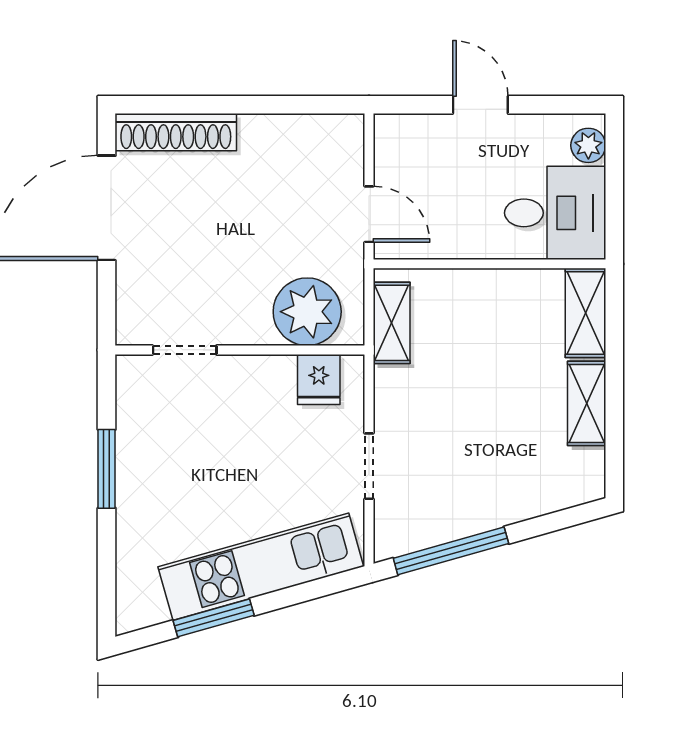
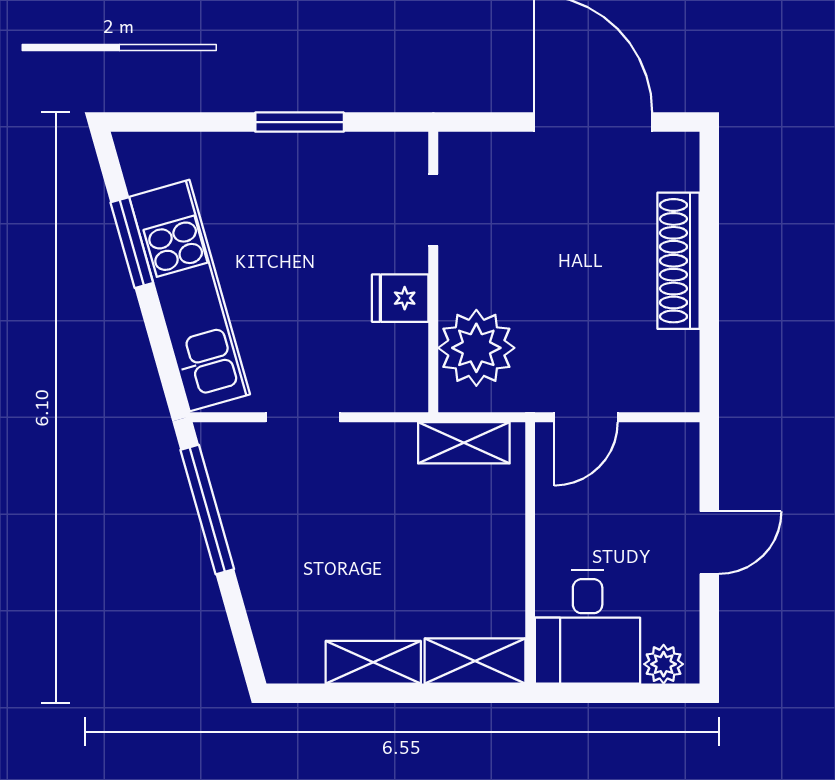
shoe rack: (176, 132) -> (679, 261), moved
fridge: (319, 379) -> (400, 298), moved

